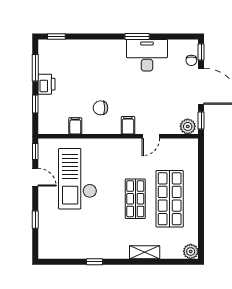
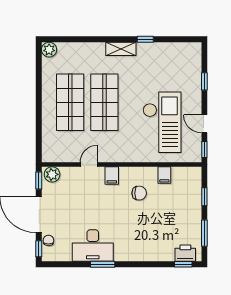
printer: (46, 84) -> (185, 253), moved, turned 90
shop shelf: (135, 199) -> (104, 102), width x1.43, depth x1.36
shelving: (145, 252) -> (121, 49), moved

